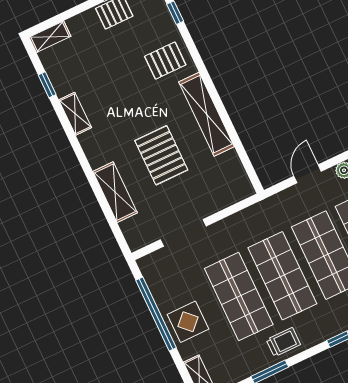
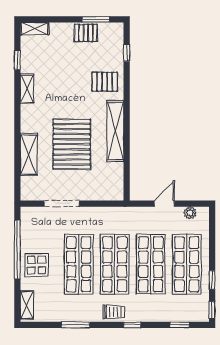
pallet: (161, 155) -> (72, 144), width x1.37, depth x1.41
trolley: (283, 342) -> (114, 312), moved

